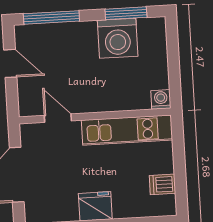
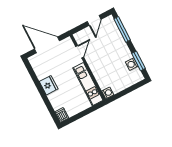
washing machine: (118, 38) -> (132, 64), width x0.53, depth x0.53
dishwasher: (162, 184) -> (62, 115), moved

